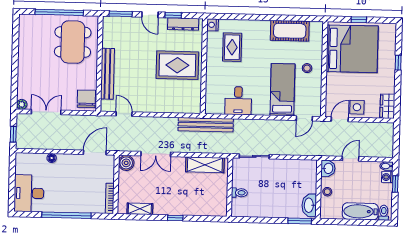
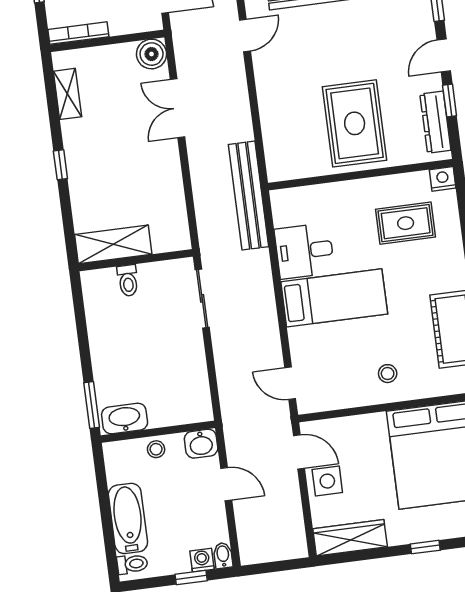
bed: (282, 90) -> (334, 298), moved
wardrobe: (387, 106) -> (350, 538), width x1.50
shelving: (205, 165) -> (113, 244), moved, turned 90

